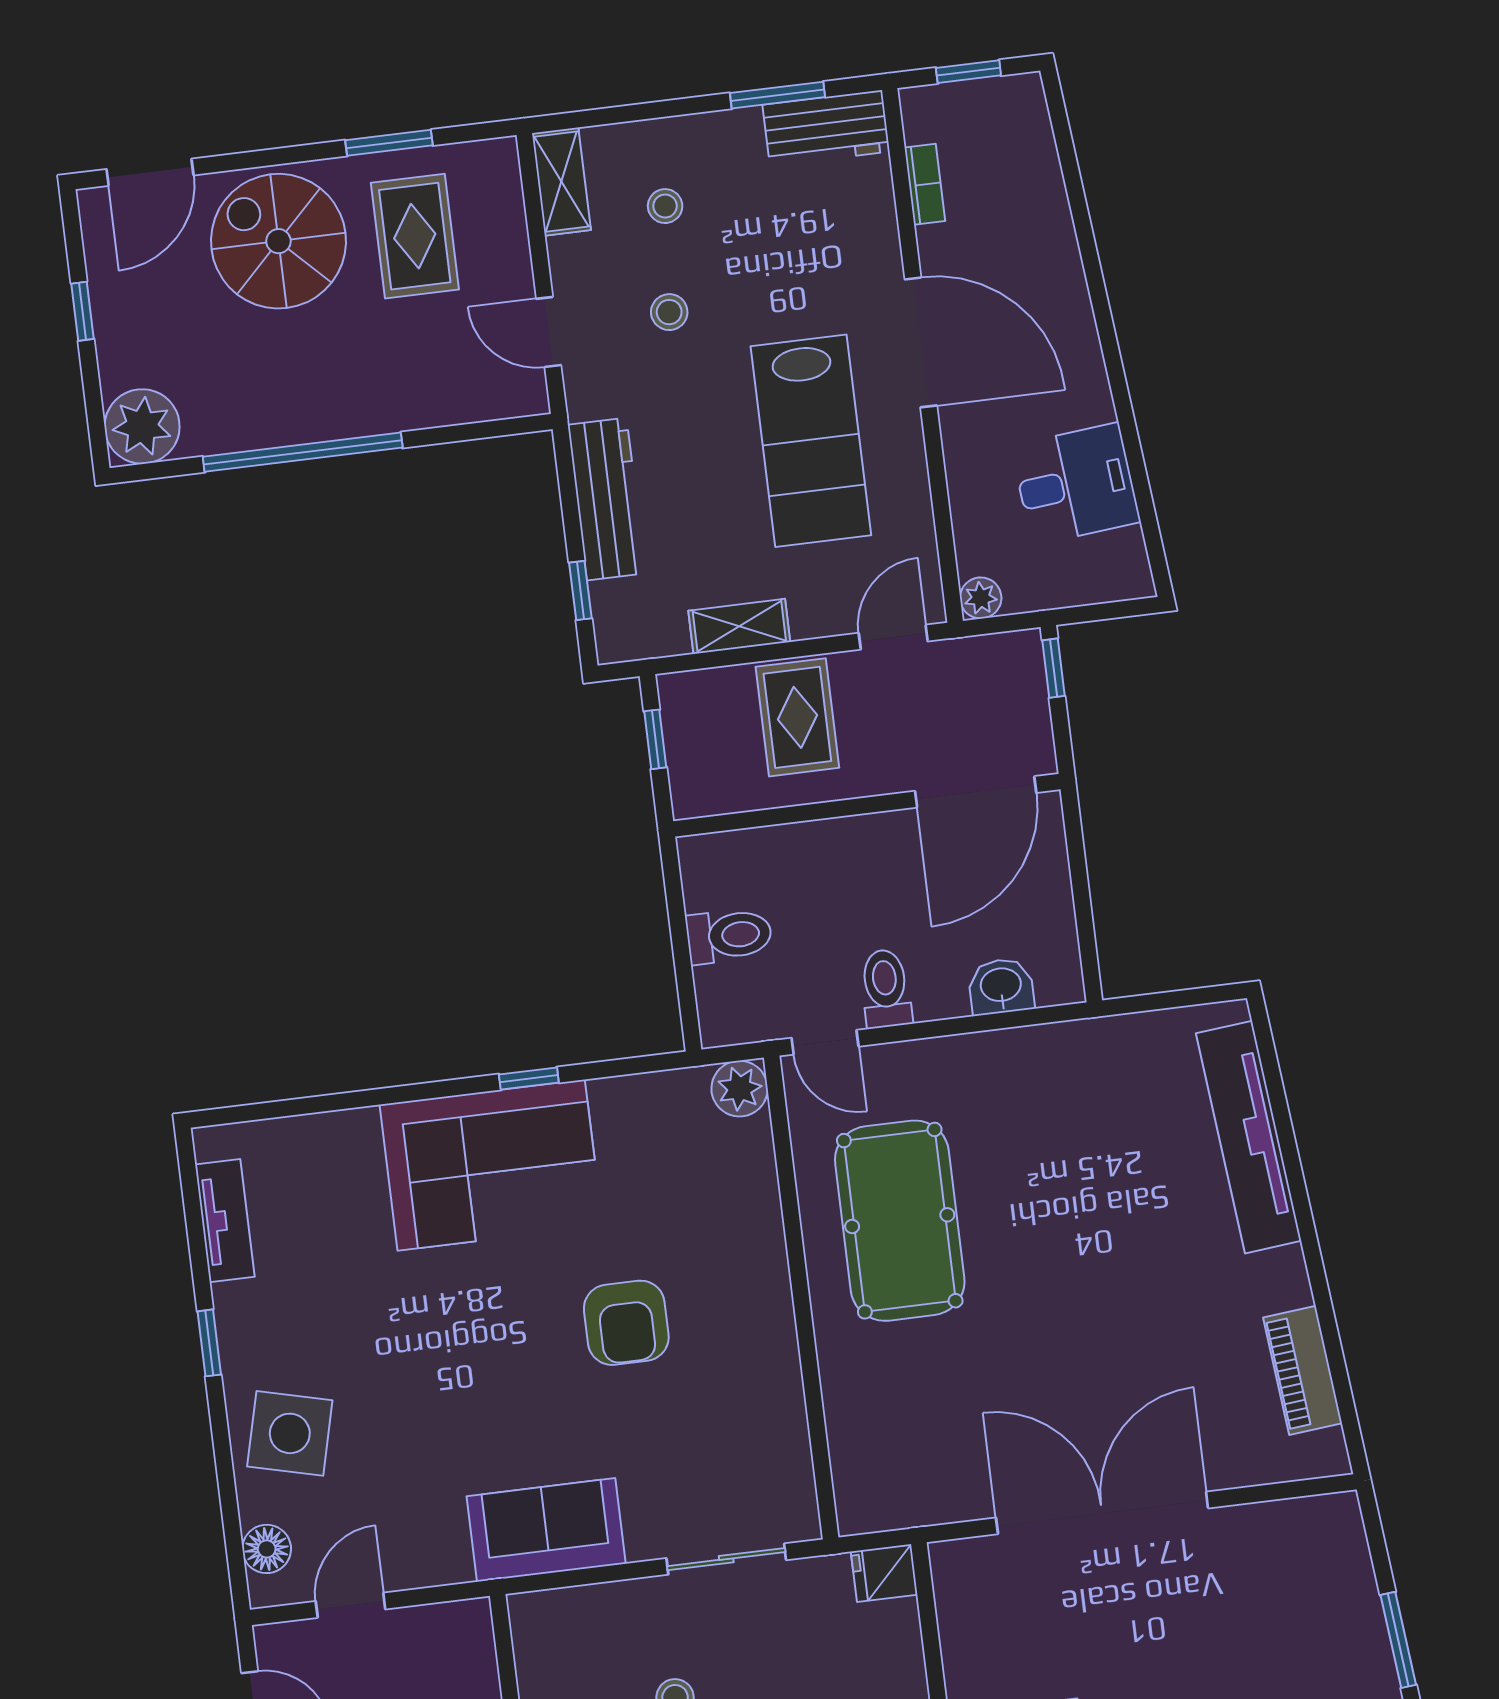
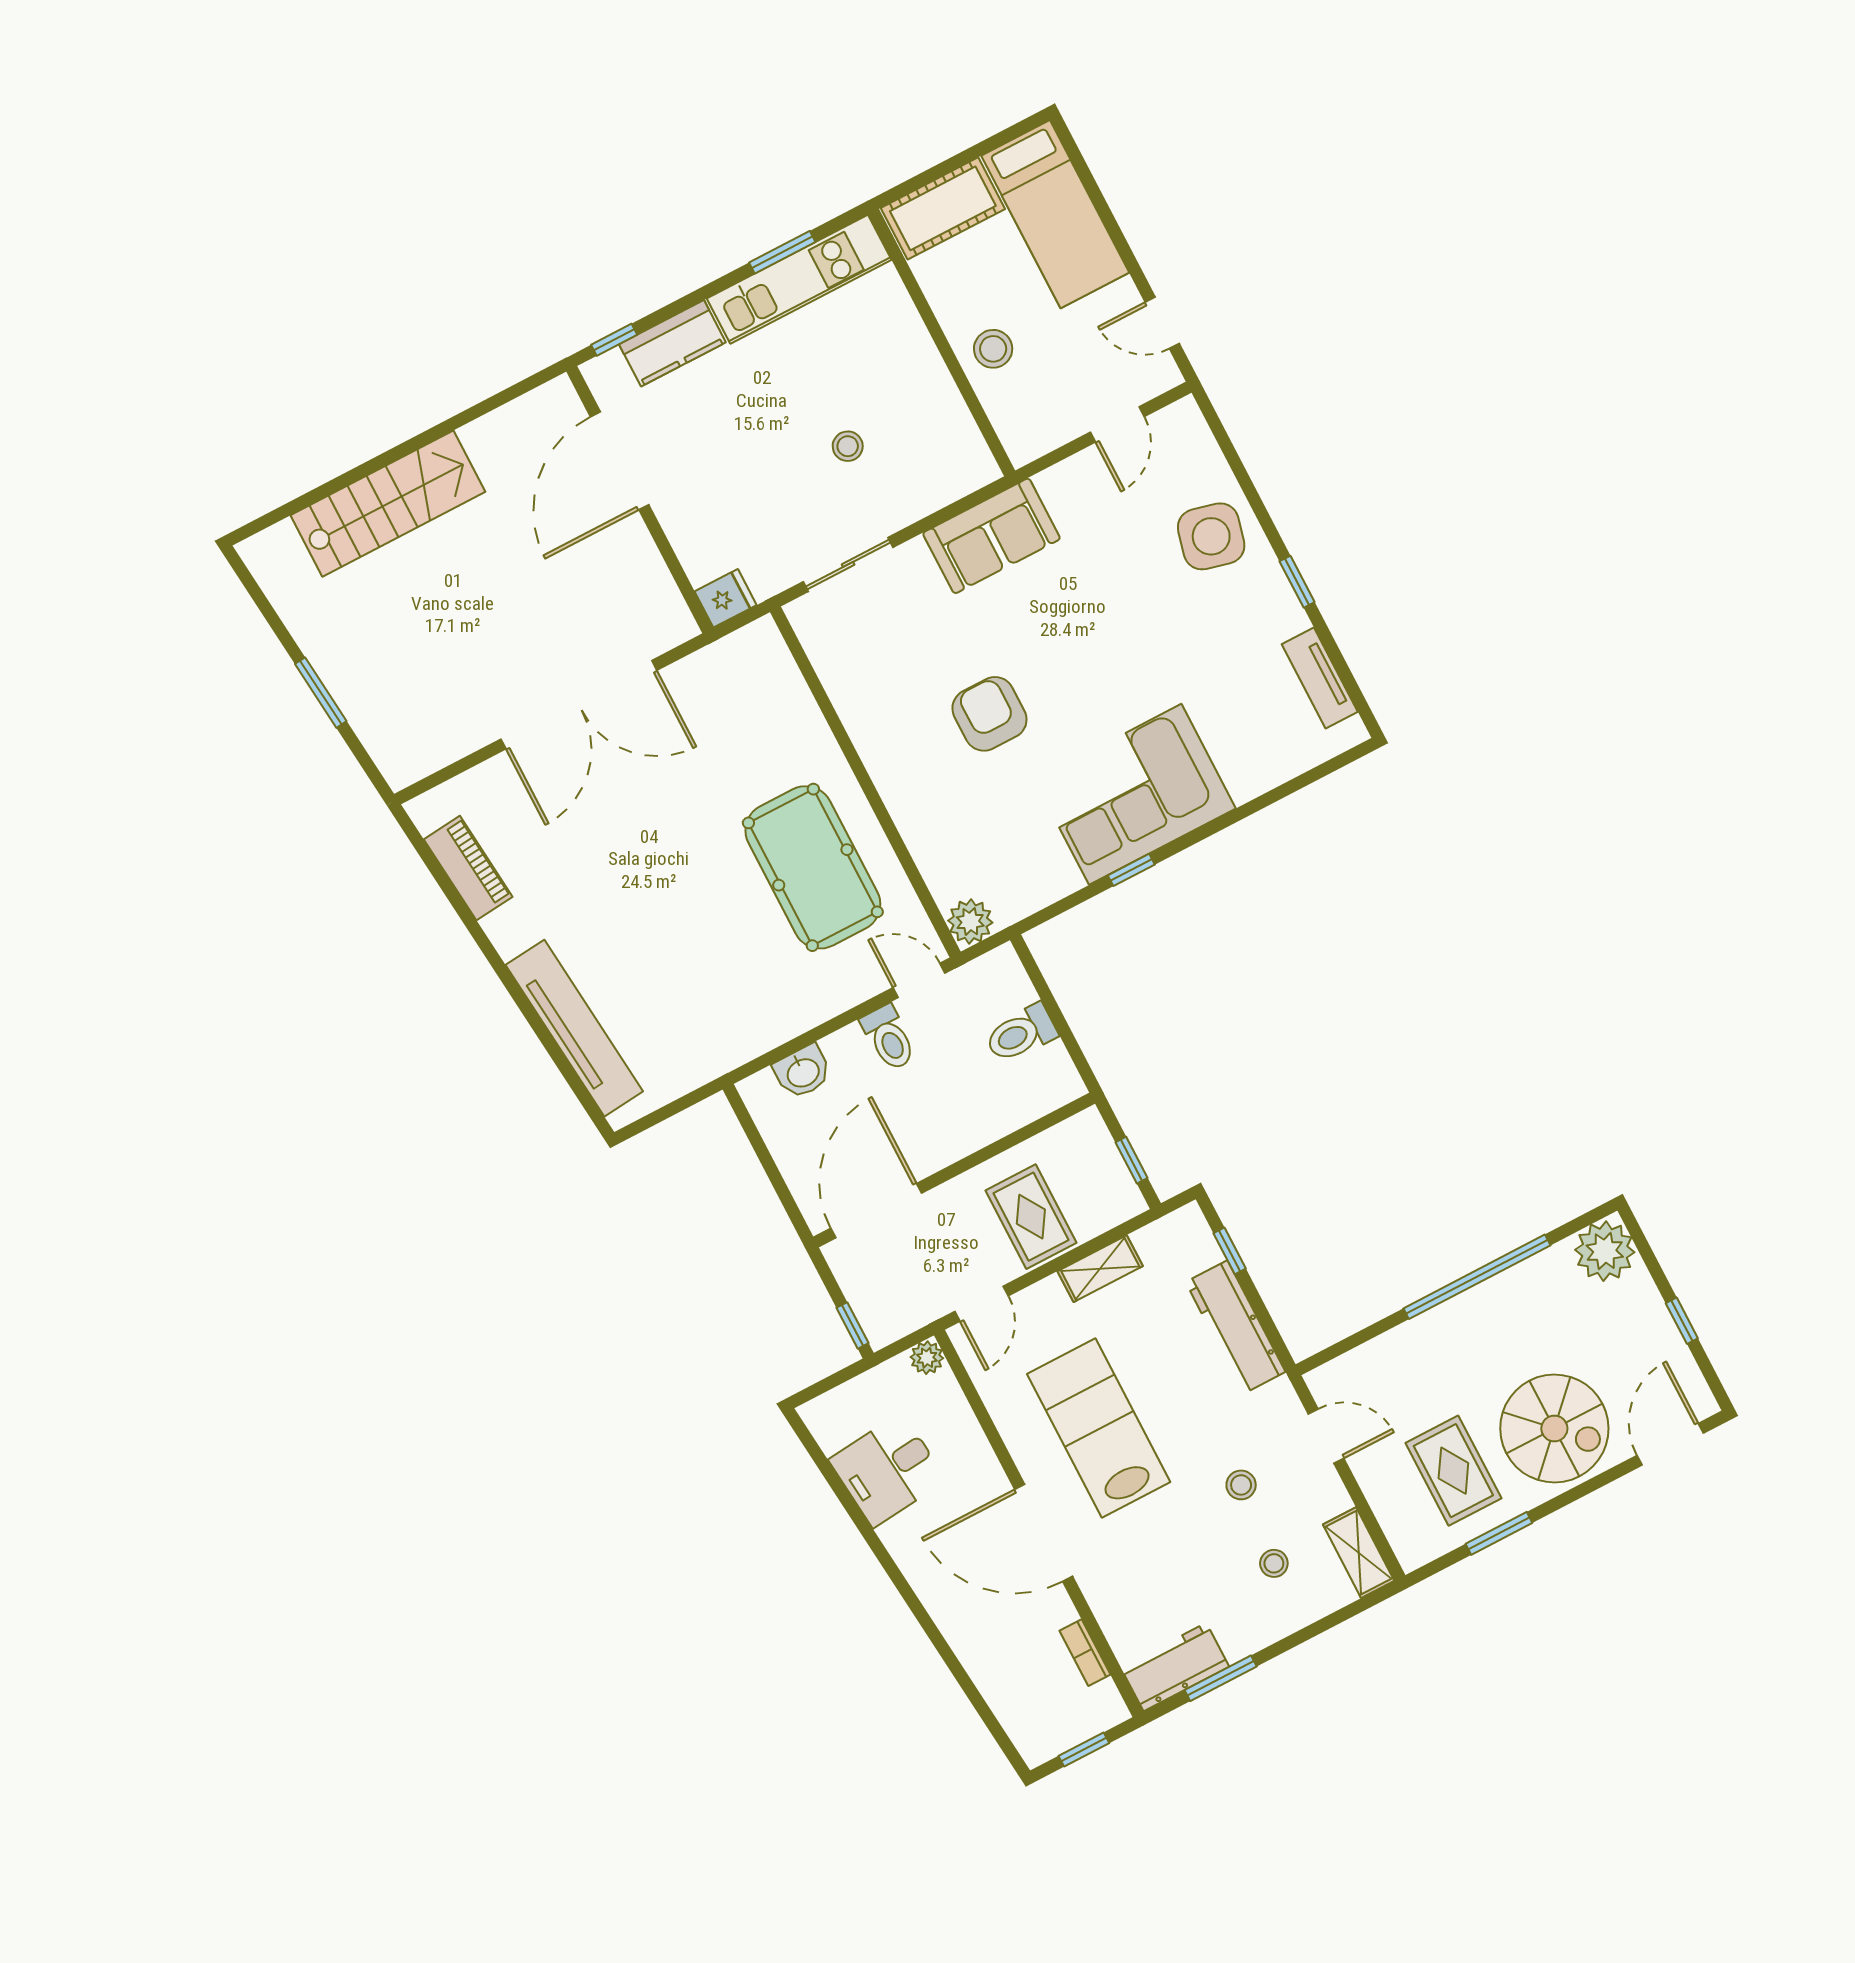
floor lamp: (267, 1549) -> (1196, 443), removed

